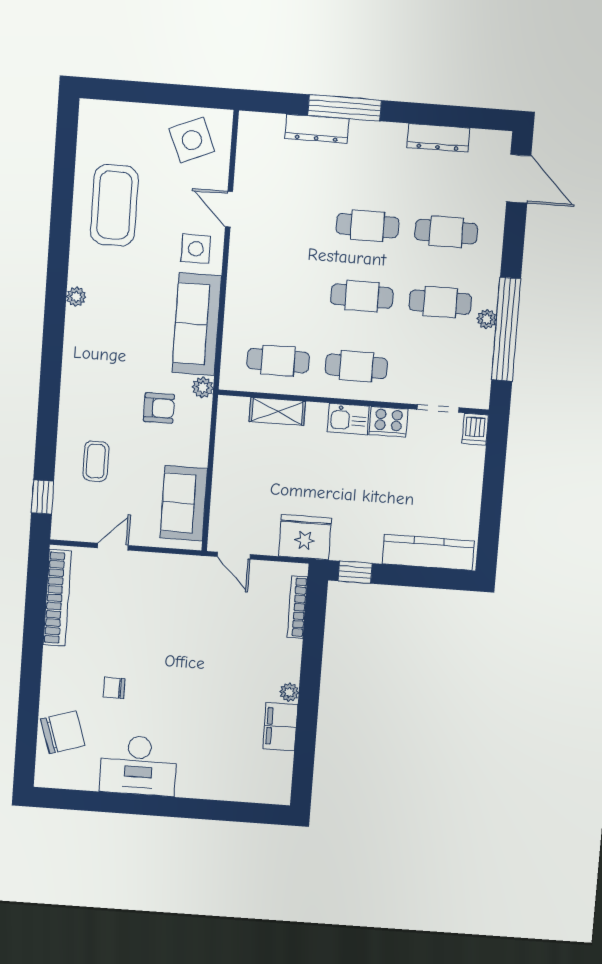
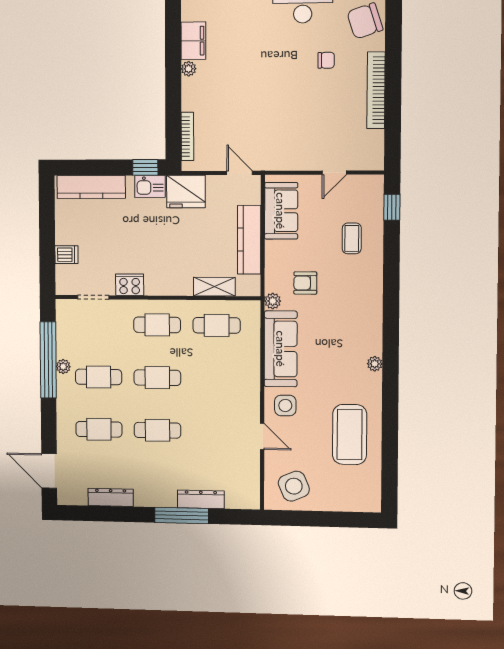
kitchen sink: (348, 419) -> (150, 186), moved, turned 180
dishwasher: (475, 429) -> (66, 255), moved, turned 90
kitchen counter: (228, 469) -> (249, 240), added
bookcase: (57, 598) -> (376, 90), moved

